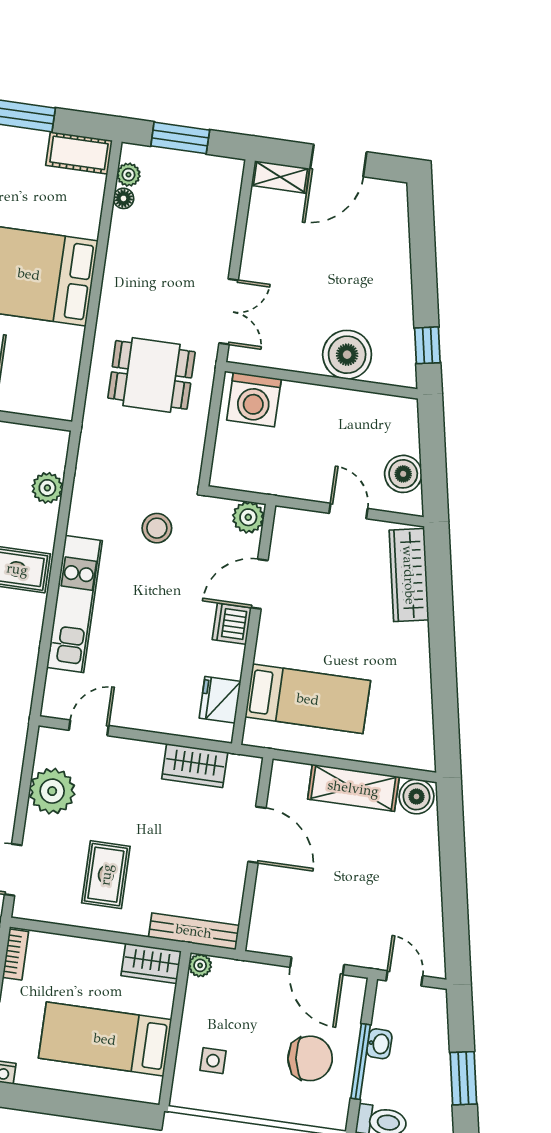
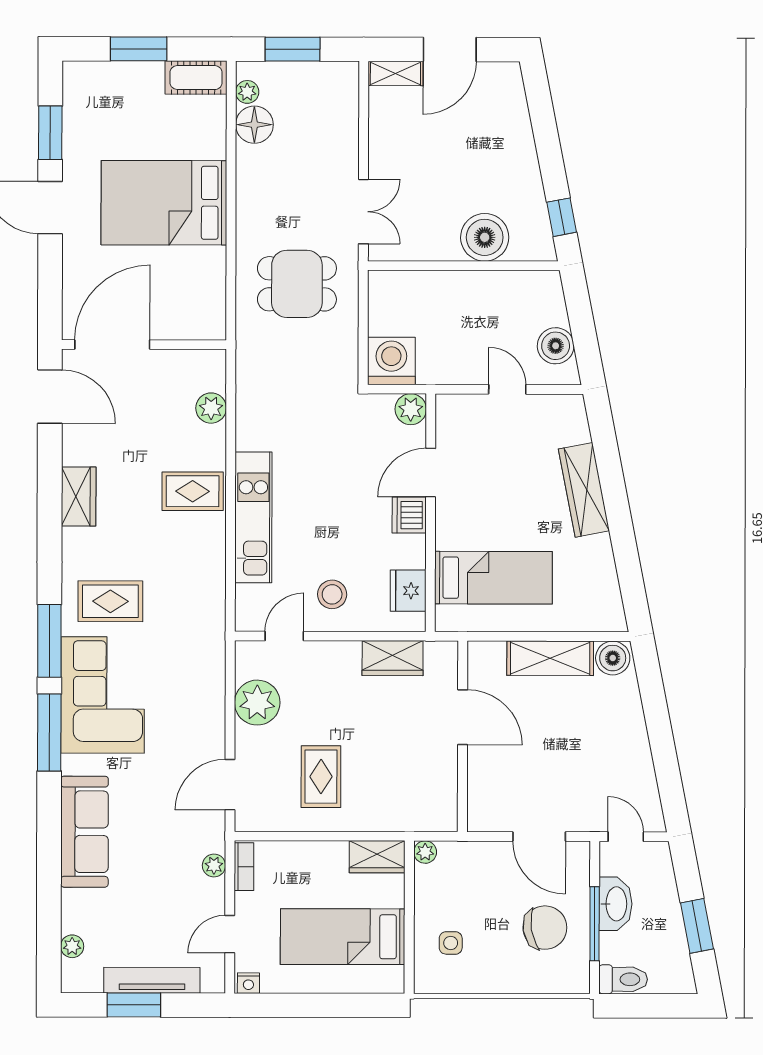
floor lamp: (123, 198) -> (254, 125), width x1.89, depth x1.89
washing machine: (254, 400) -> (391, 361), moved, turned 180
stool: (157, 528) -> (332, 594), moved
wardrobe: (409, 575) -> (584, 490), moved
bench: (194, 931) -> (414, 820), removed
washbasin: (379, 1044) -> (615, 904), width x1.91, depth x1.45

